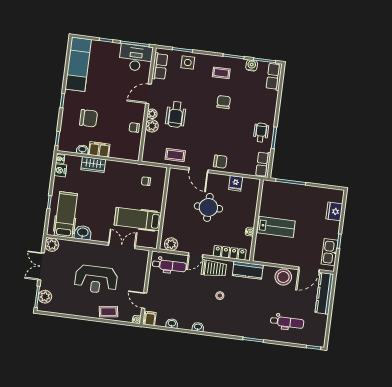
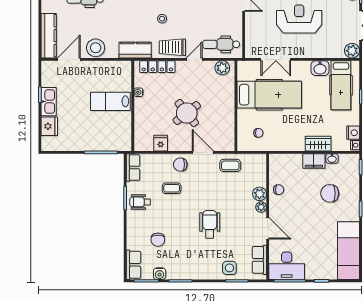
coffee table: (221, 73) -> (172, 188), moved
door: (149, 94) -> (268, 228), hinge flipped
chair: (224, 102) -> (158, 240), moved
wheelchair: (176, 114) -> (210, 224), moved
wheelchair: (261, 132) -> (140, 202), turned 90
round table: (208, 207) -> (187, 113), turned -38
hospital bed: (138, 219) -> (269, 95), width x1.37, depth x1.29
kitchen sink: (330, 252) -> (49, 102), moved

